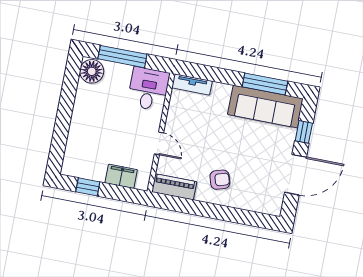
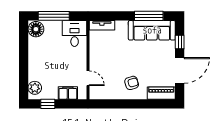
door: (159, 143) -> (88, 78), moved
plant: (73, 159) -> (35, 88), added
piano: (174, 187) -> (161, 93), moved

